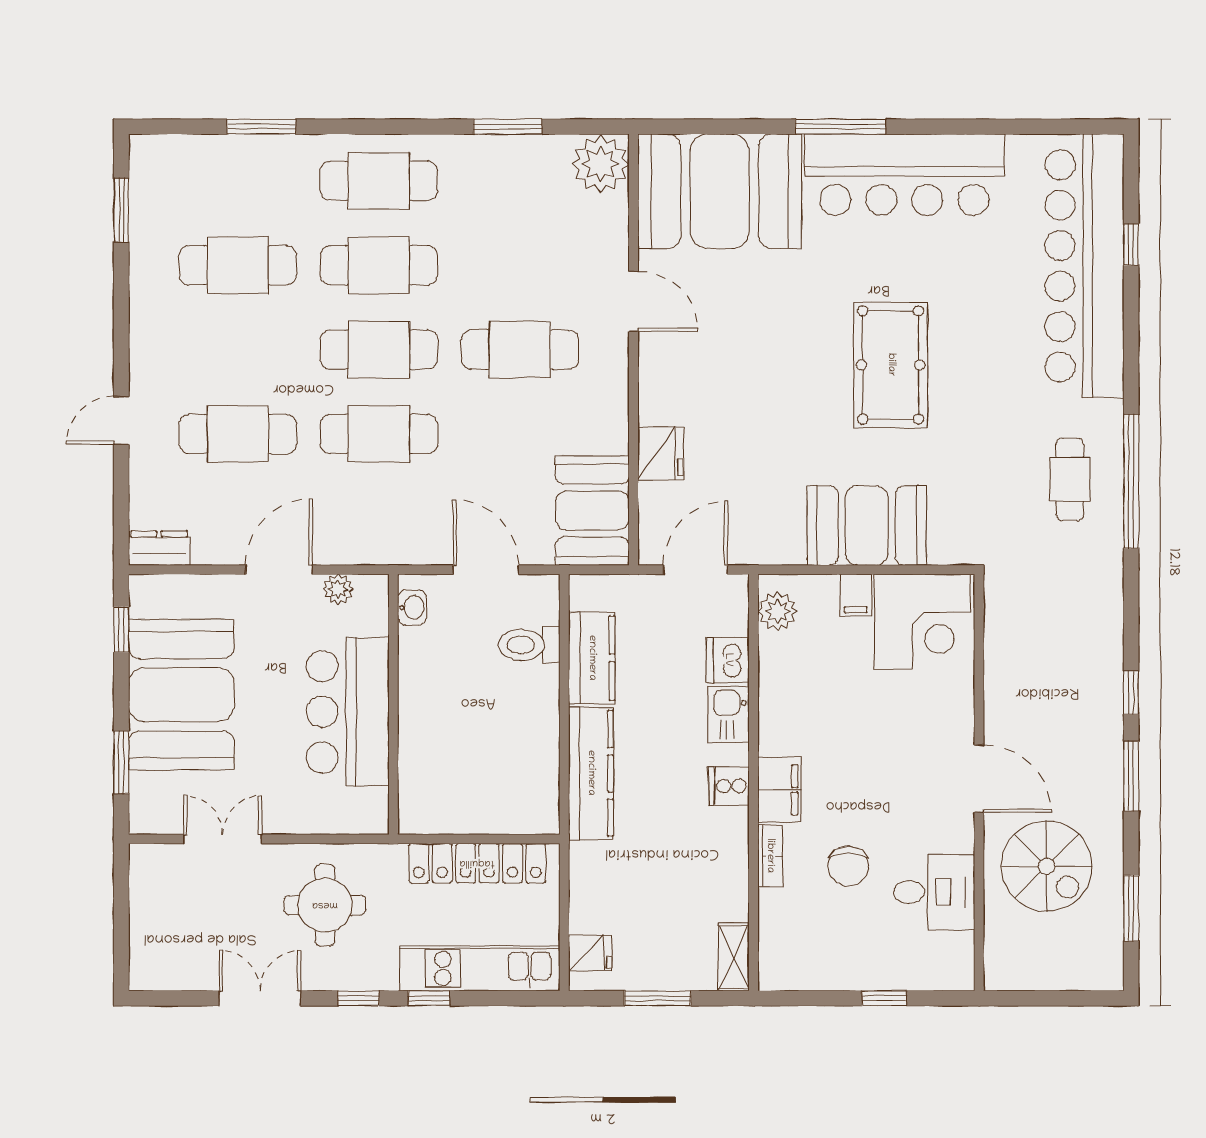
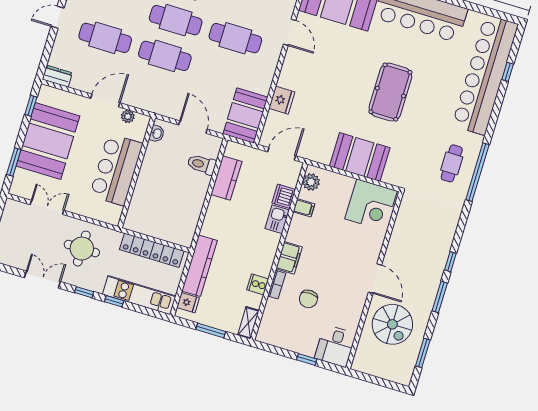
filing cabinet: (856, 595) -> (304, 208), moved, turned -90
kitchen counter: (591, 773) -> (199, 266), moved
cooker: (729, 786) -> (258, 284), moved
desk: (934, 892) -> (335, 346), moved, turned 90

